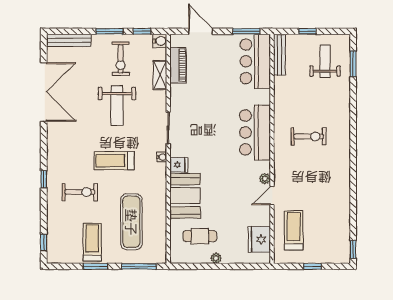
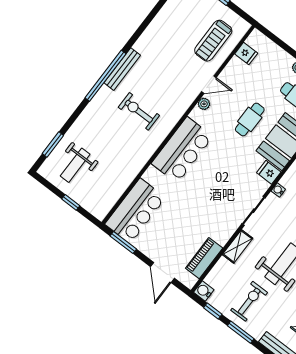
bench: (279, 55) -> (122, 69), moved
shelving: (160, 75) -> (238, 246), moved
window: (353, 144) -> (105, 76), added
cafe table: (222, 193) -> (250, 119), added
fridge: (259, 239) -> (246, 54), width x0.53, depth x0.75

